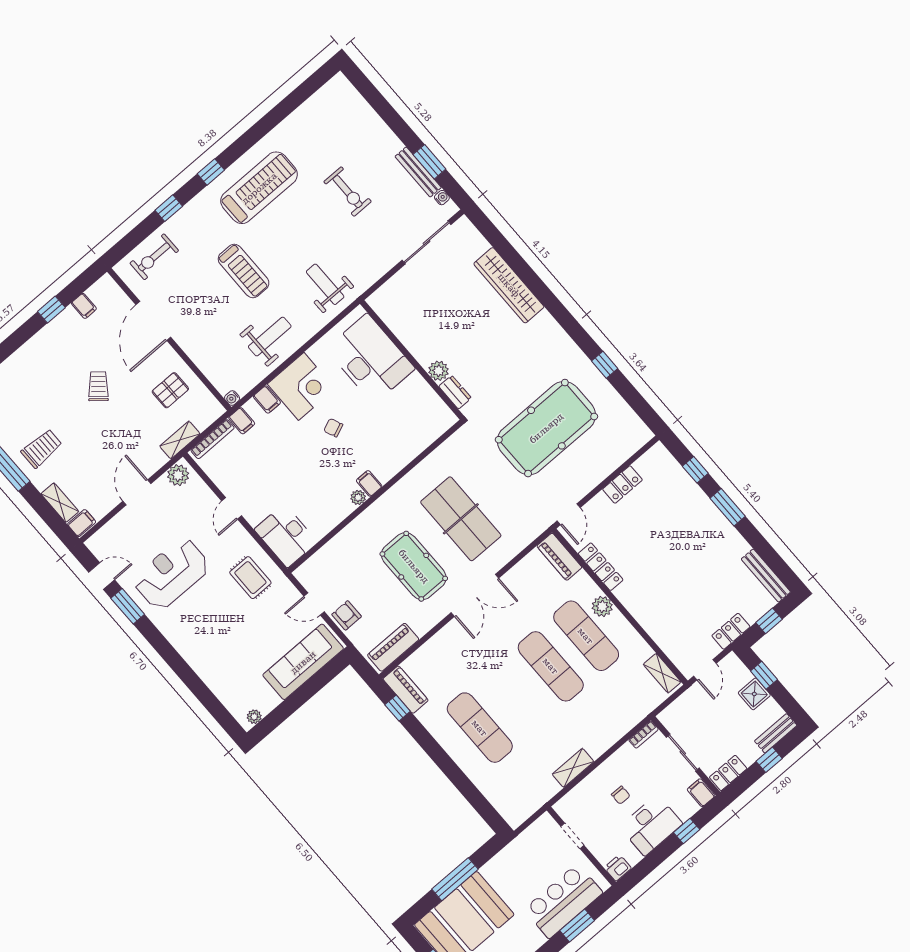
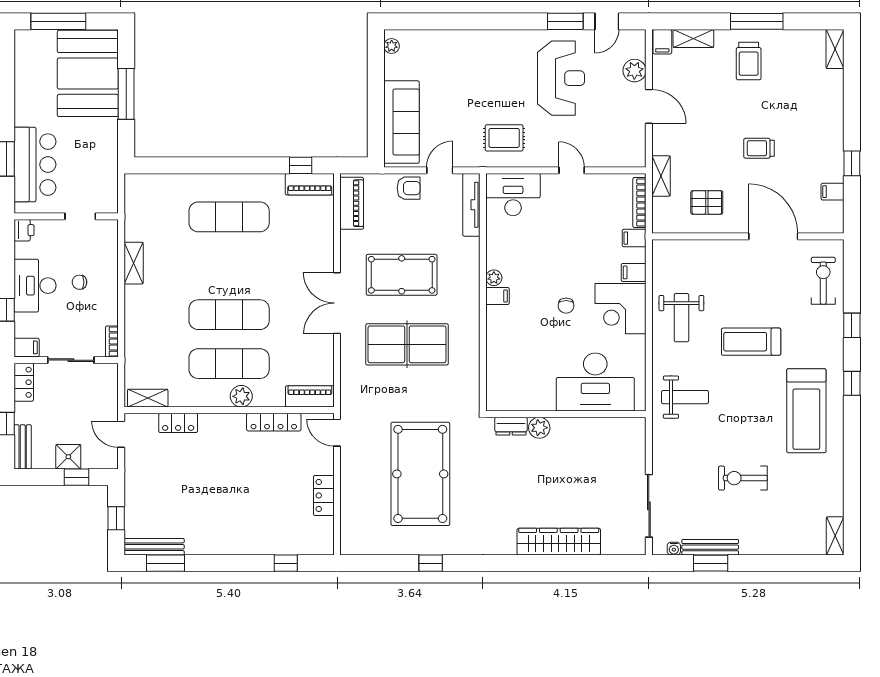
shelving: (332, 89) -> (835, 536), added
trolley: (98, 386) -> (759, 148), turned 140
pallet: (170, 390) -> (707, 202), turned 90
water cooler: (232, 398) -> (659, 246), removed
chair: (333, 428) -> (566, 306), turned 113
plant: (178, 475) -> (634, 71), moved
window: (728, 507) -> (165, 563), moved
tv unit: (319, 559) -> (471, 205), added
locker: (731, 631) -> (178, 423), moved, turned 90

